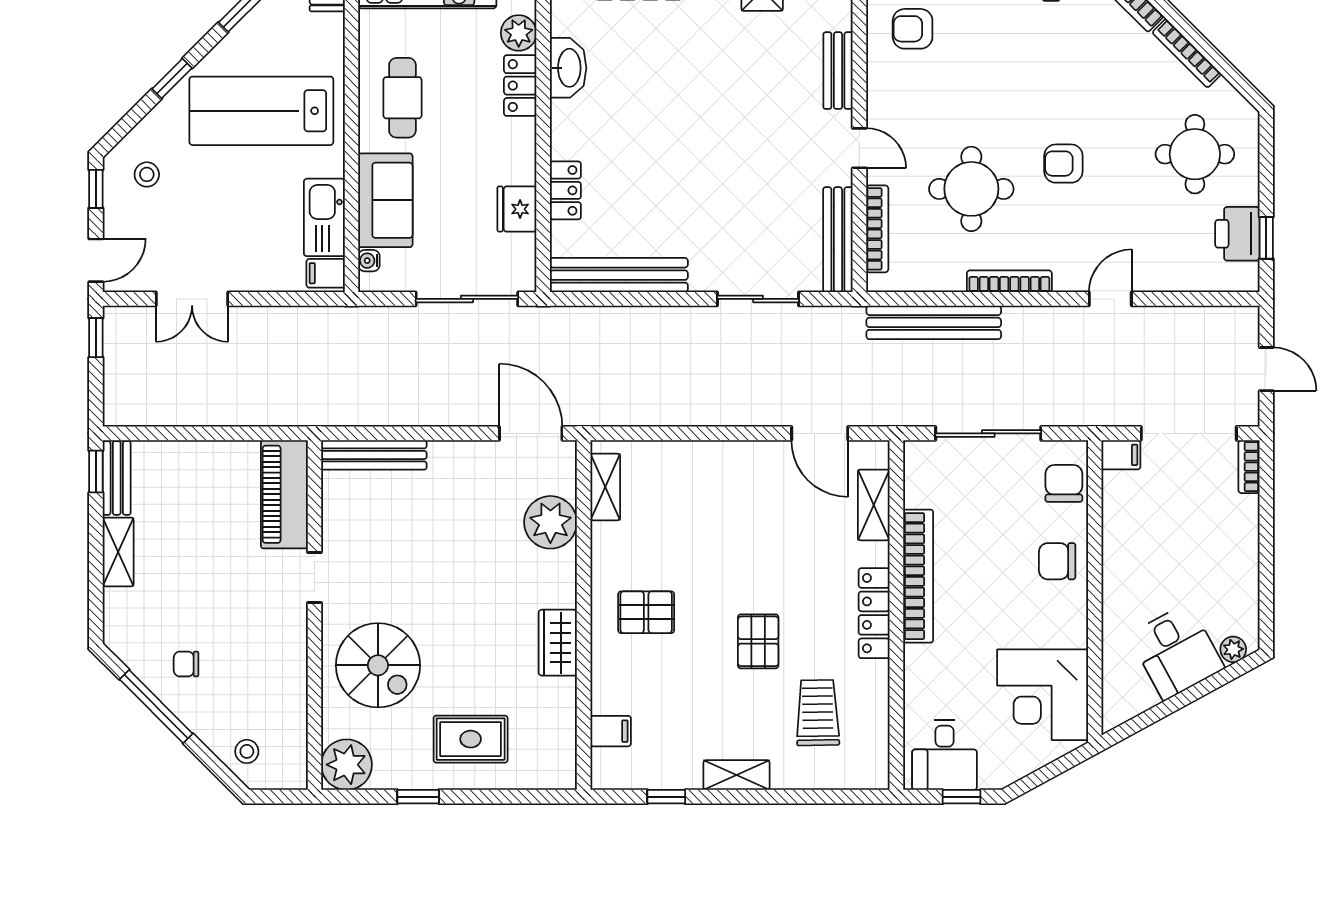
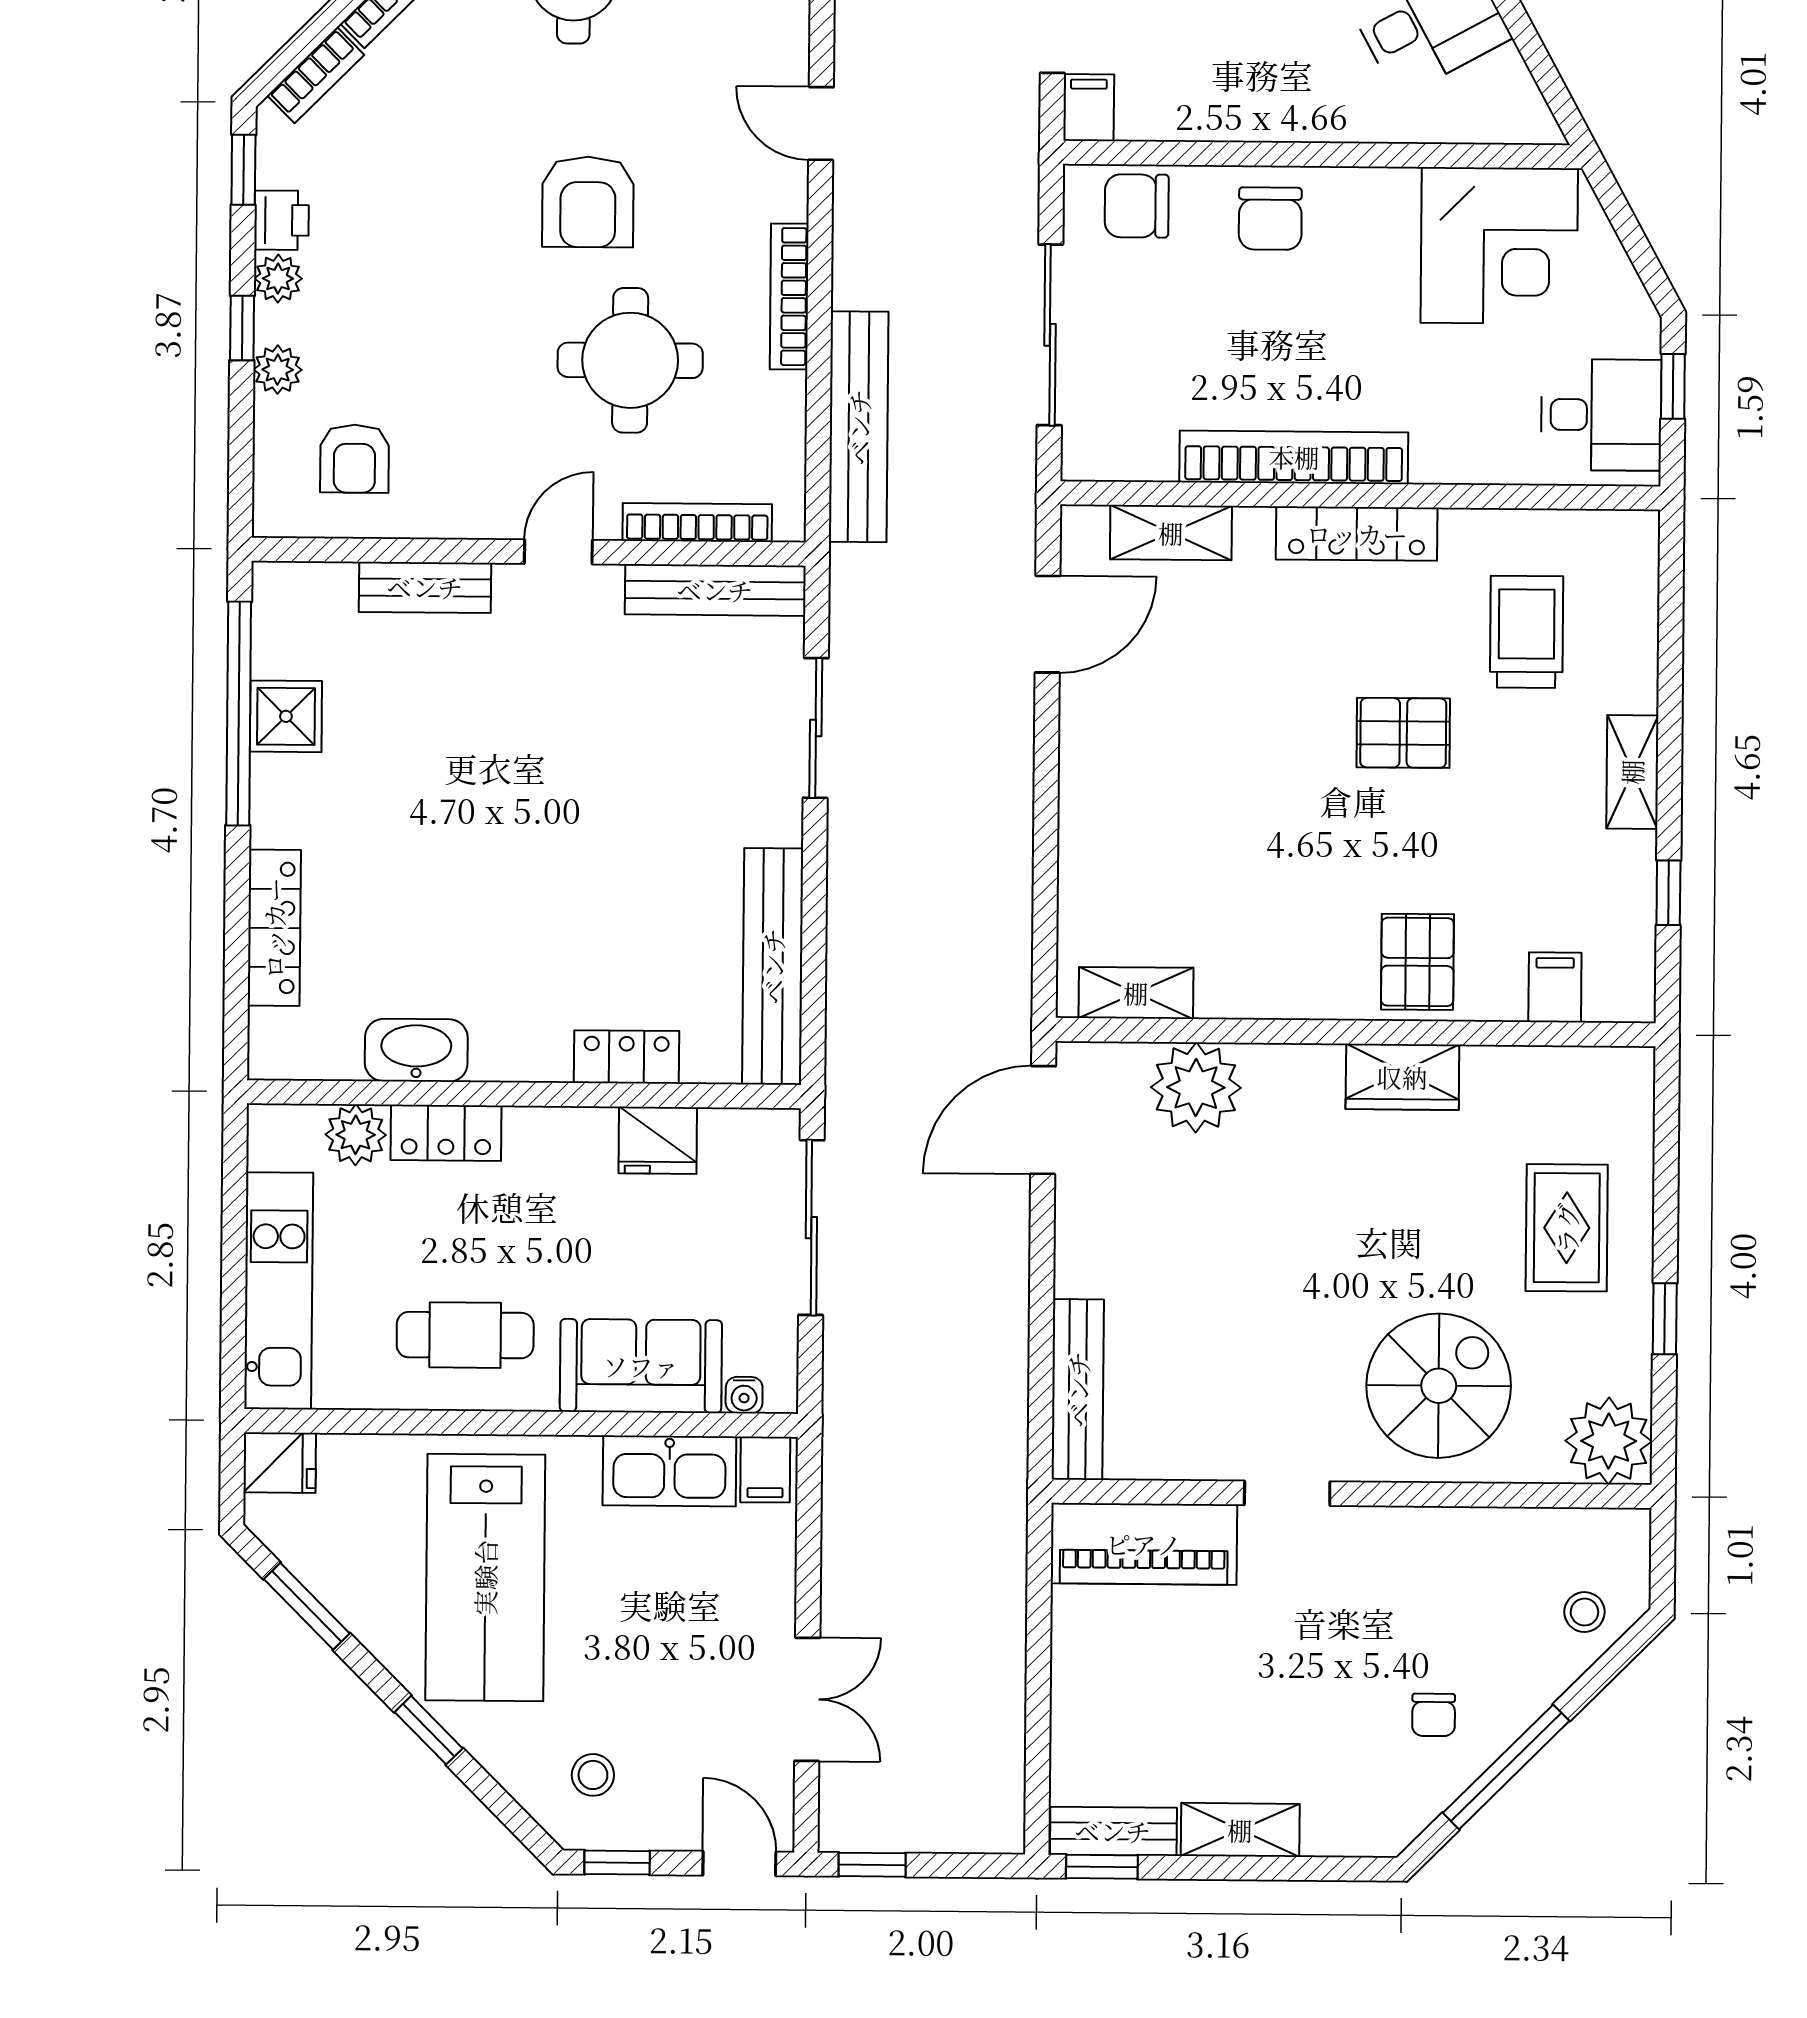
armchair: (1063, 164) -> (588, 202), width x1.38, depth x1.38
pallet: (646, 612) -> (1417, 962), moved
trolley: (818, 713) -> (1527, 632), turned 91

